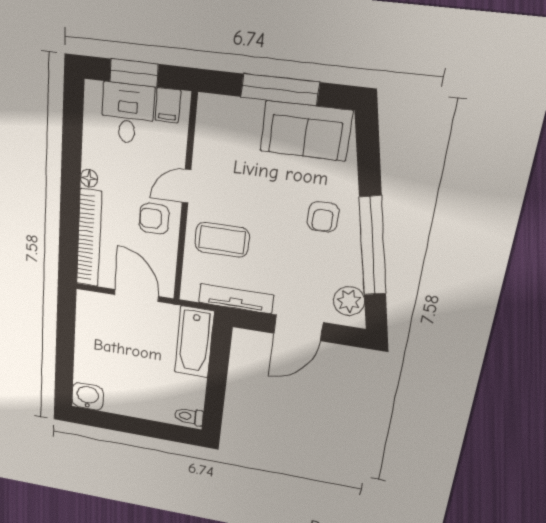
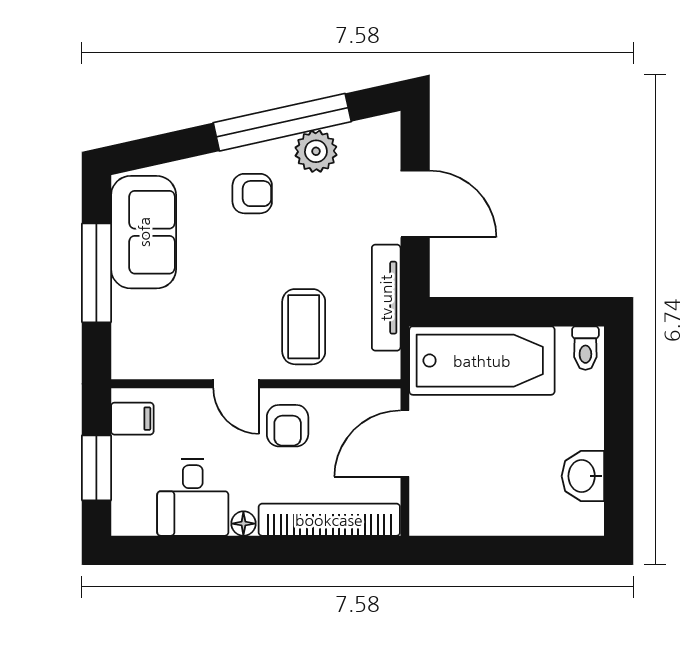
desk: (128, 114) -> (193, 497), moved, turned -90
plant: (349, 301) -> (316, 151), moved
bathtub: (194, 342) -> (482, 361), width x1.36, depth x1.36
washbasin: (88, 397) -> (583, 476), moved

